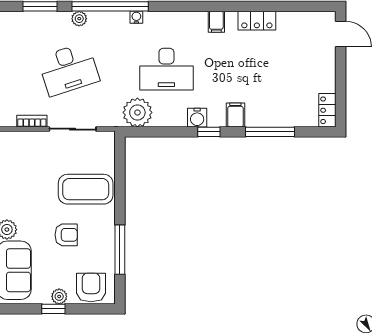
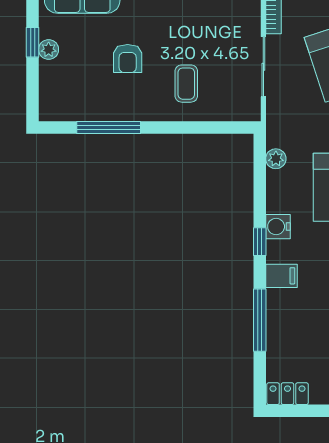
plant: (137, 112) -> (276, 159), width x0.53, depth x0.53
coffee table: (86, 189) -> (186, 84), width x0.54, depth x0.58
armchair: (91, 287) -> (60, 90), removed

